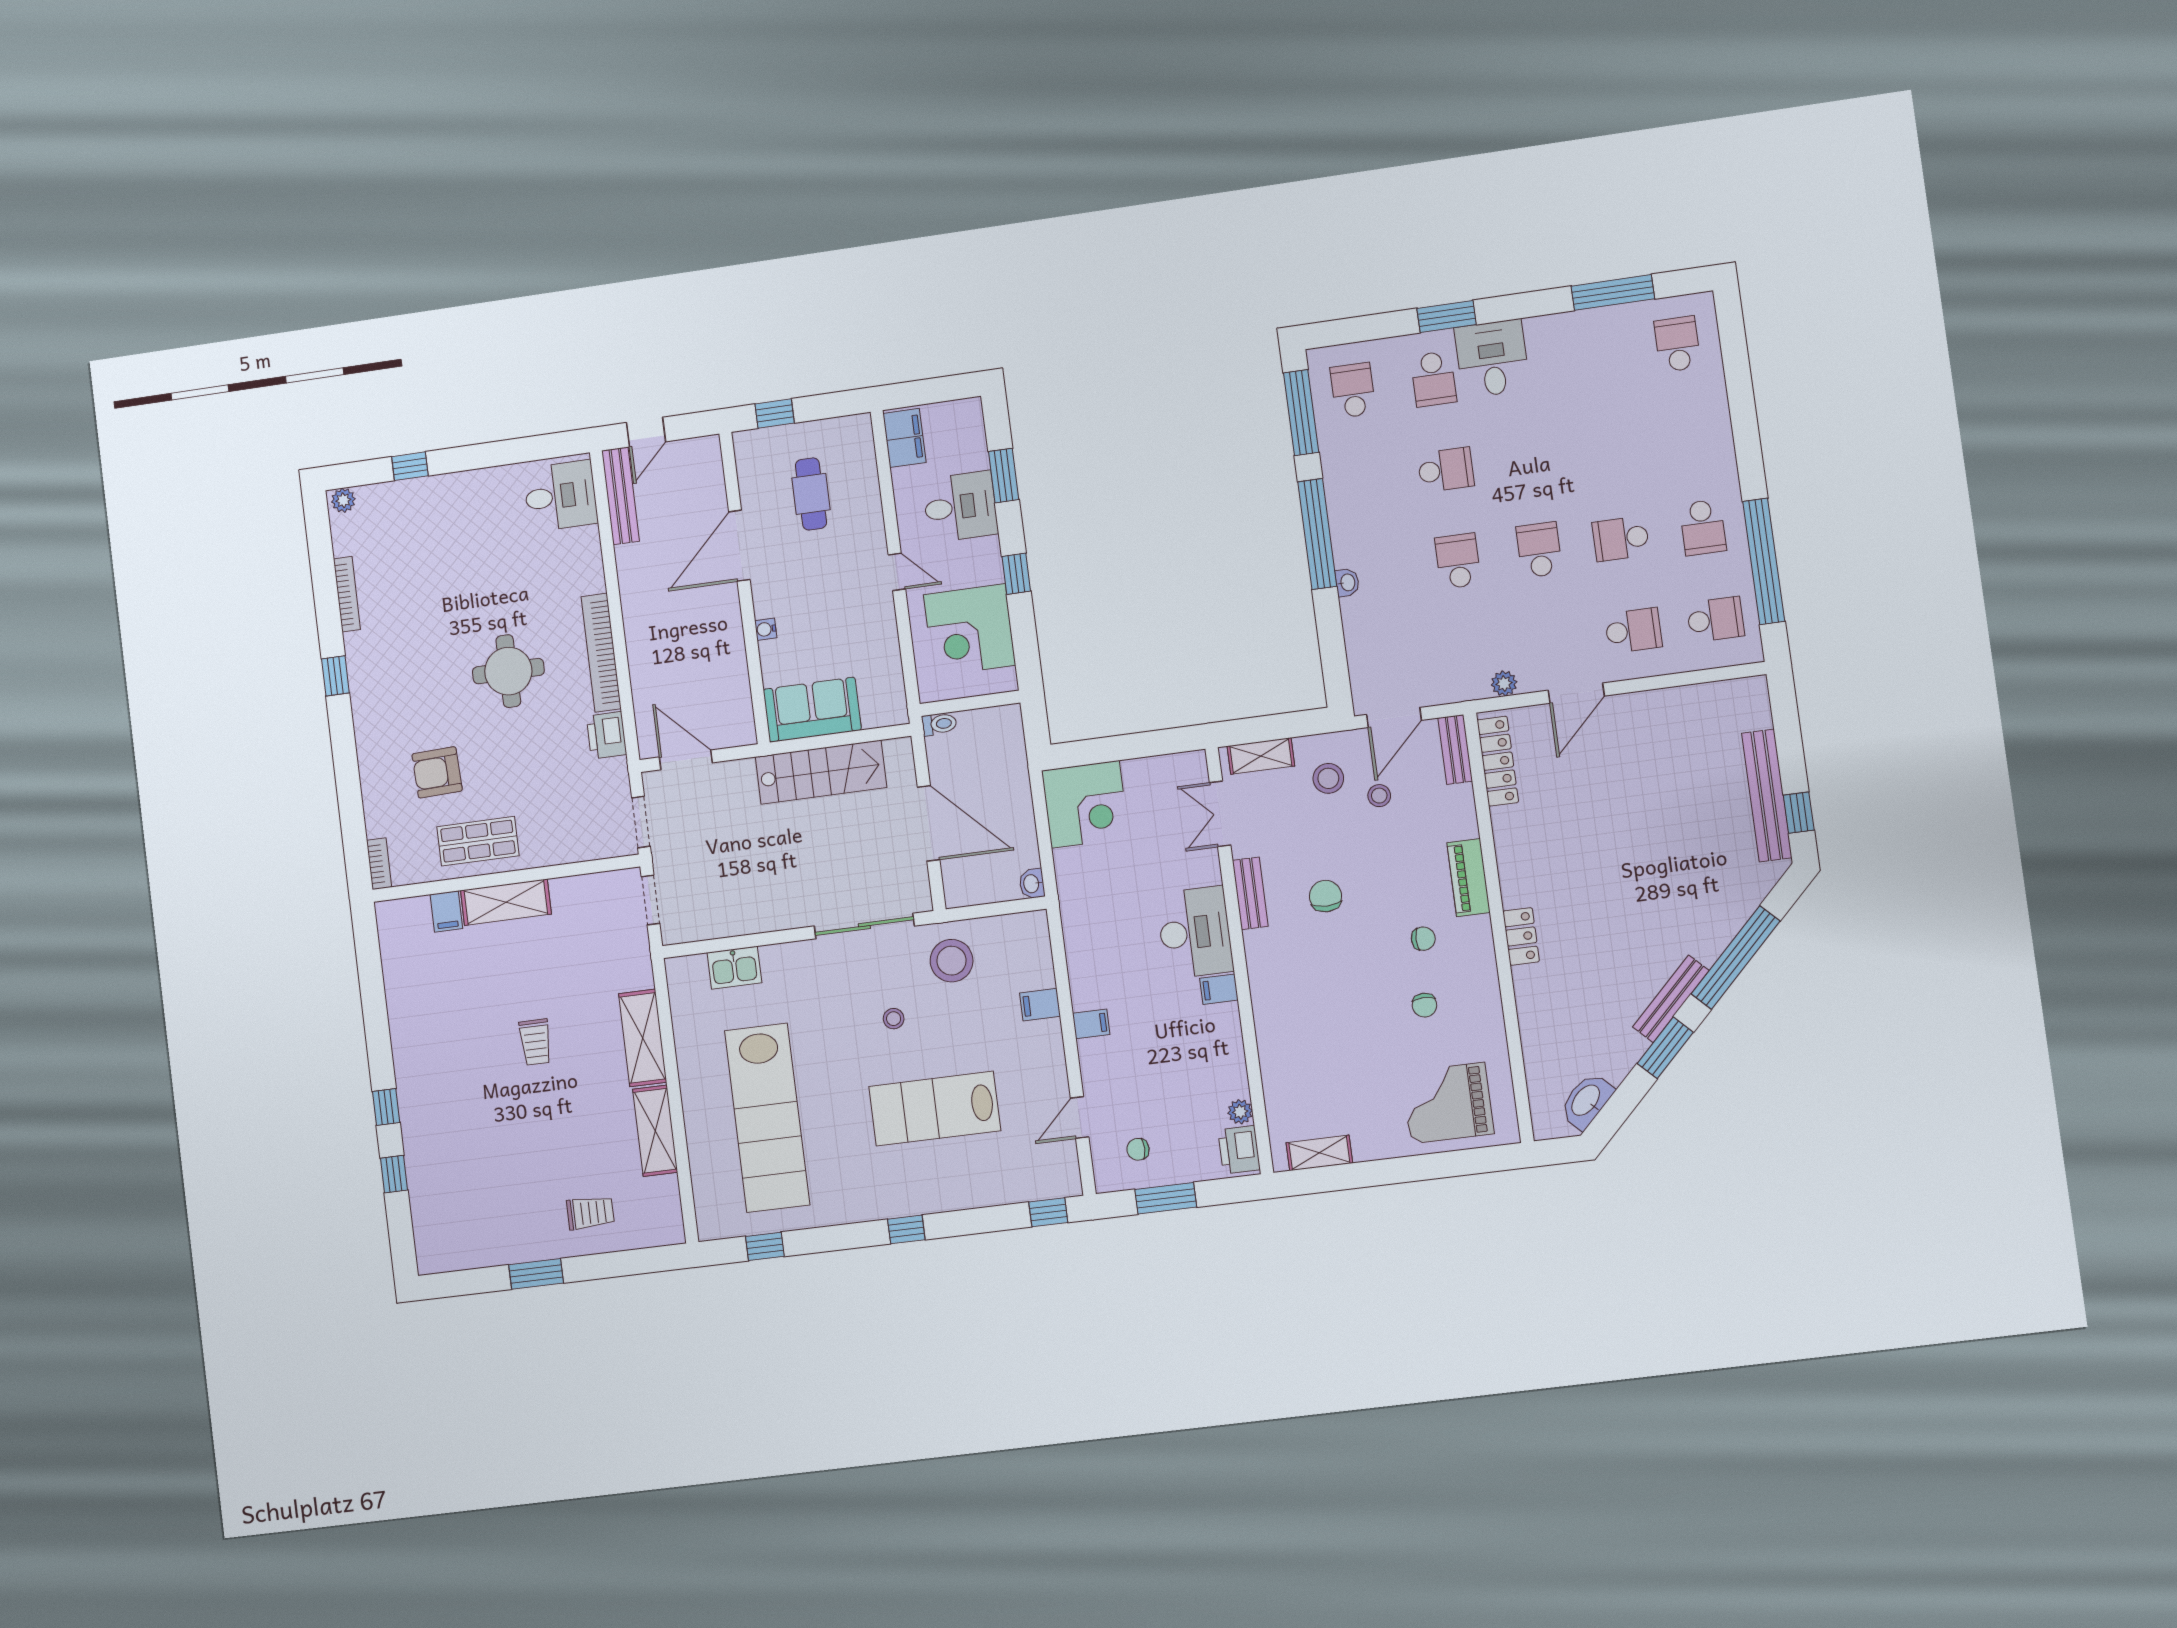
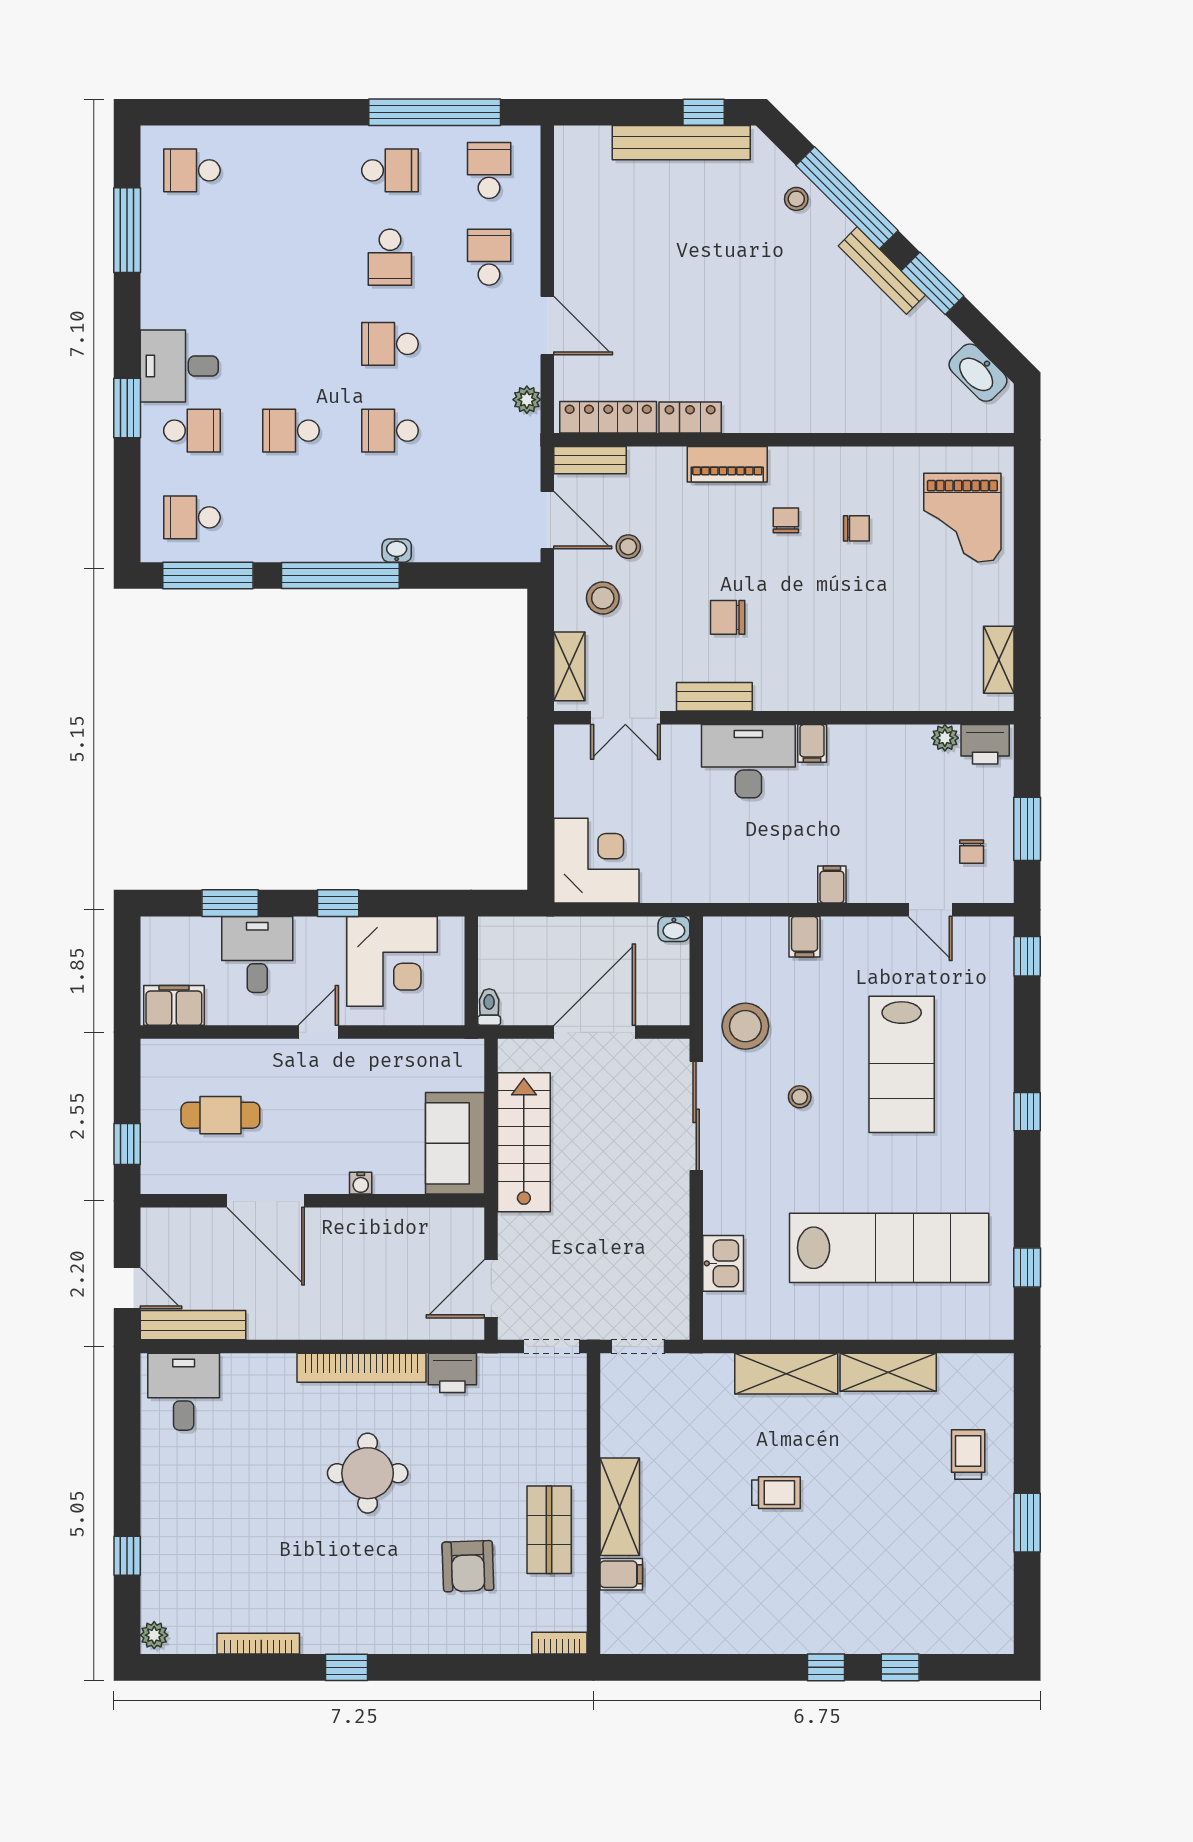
school desk: (1446, 470) -> (291, 431), turned -90
stool: (1728, 910) -> (796, 199), added
locker: (1521, 936) -> (690, 418), moved

